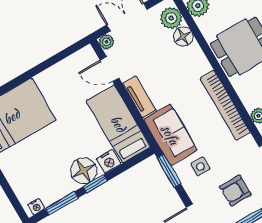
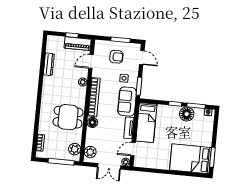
floor lamp: (183, 36) -> (92, 122), moved
door: (110, 69) -> (133, 149), swing flipped
nightstand: (109, 161) -> (162, 109), removed
floor lamp: (84, 171) -> (187, 114), moved

